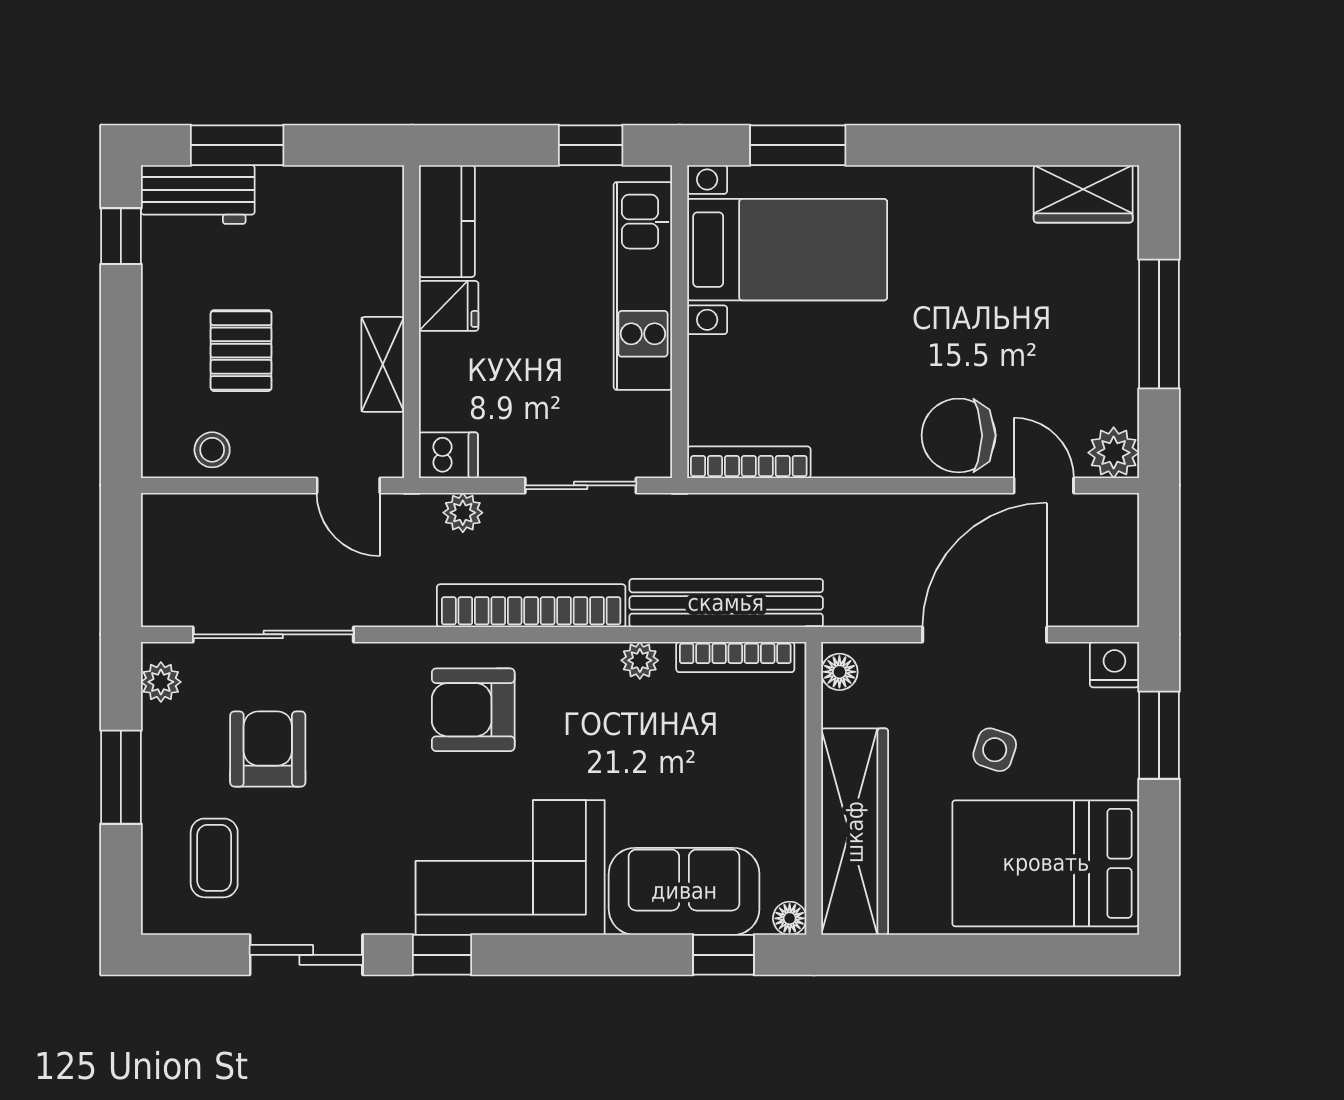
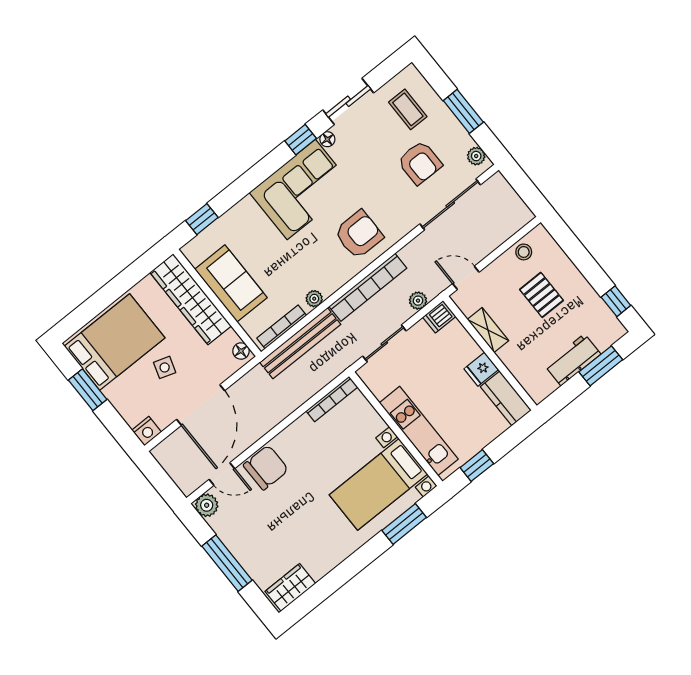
workbench: (198, 195) -> (573, 360), moved
window: (1159, 735) -> (88, 390), moved
sofa: (684, 891) -> (231, 283), moved, turned -90
floor lamp: (790, 918) -> (327, 139), moved

